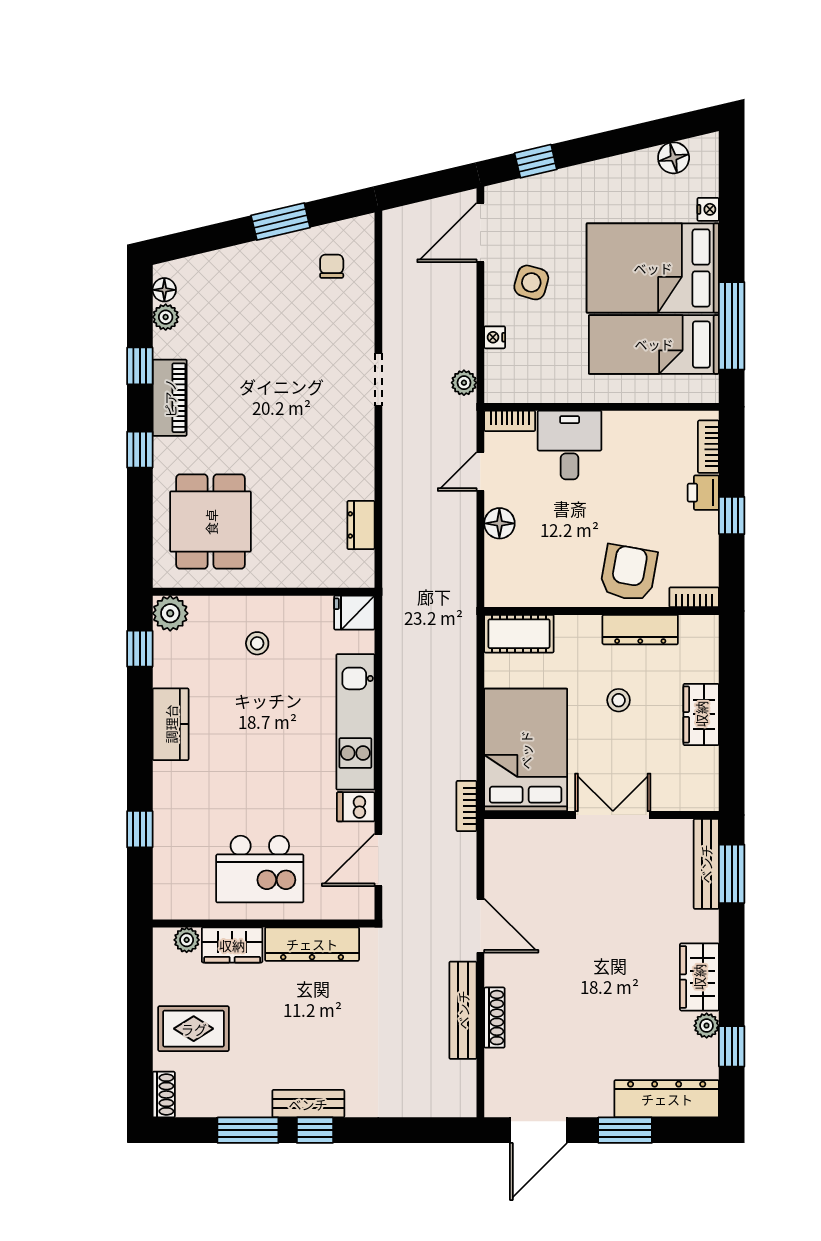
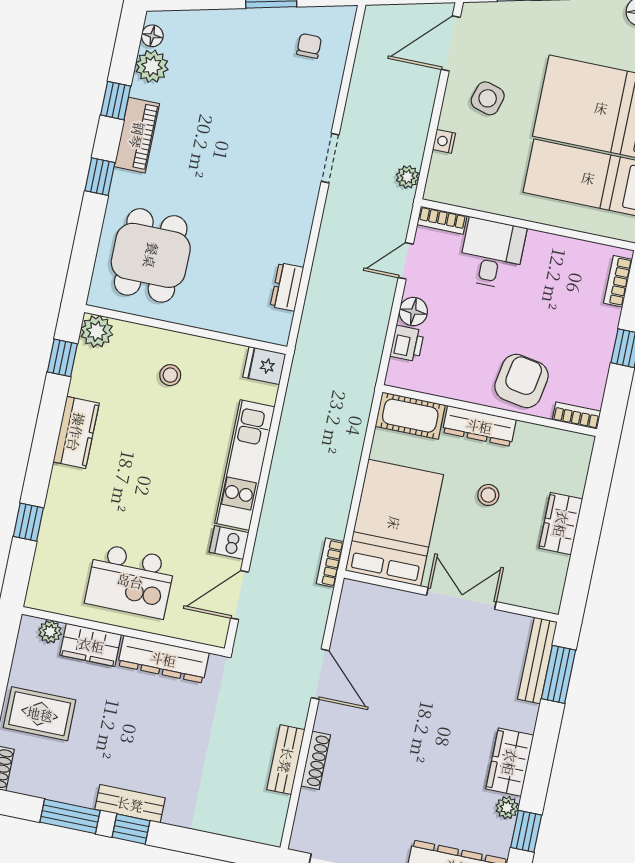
plant: (166, 317) -> (152, 66), width x1.38, depth x1.38
printer: (703, 493) -> (407, 343), moved, turned 180
dresser: (640, 630) -> (479, 426), moved
bench: (463, 1010) -> (286, 760), width x0.73

